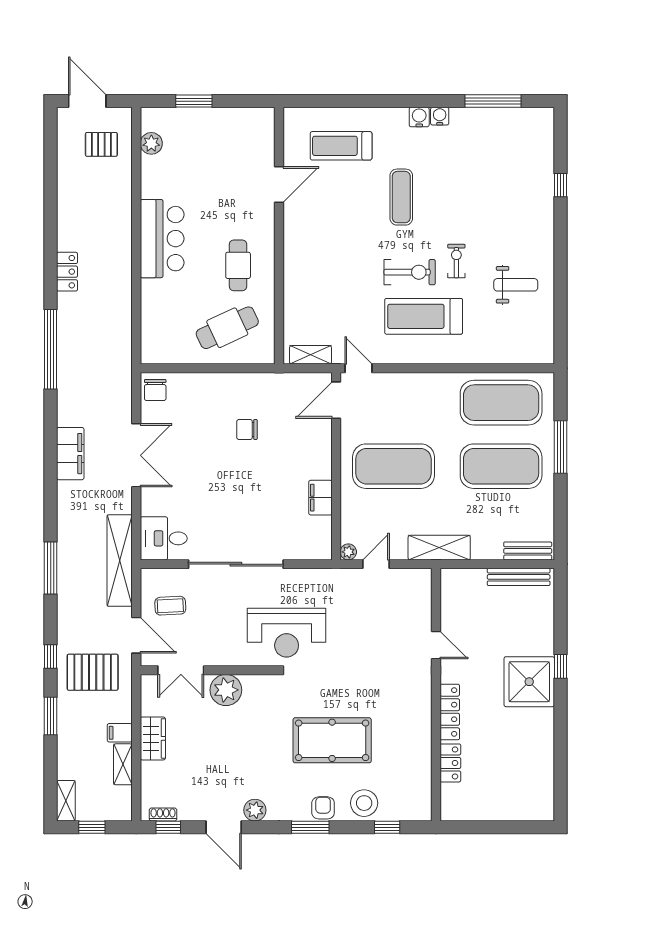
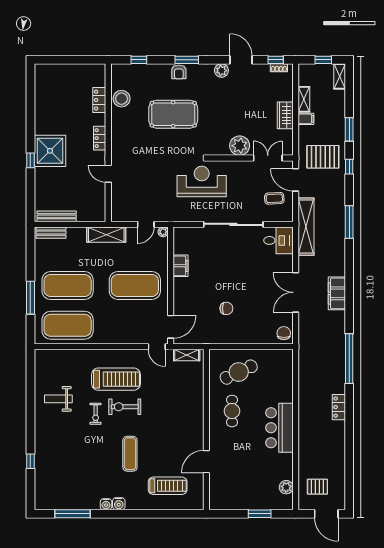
locker: (450, 712) -> (100, 138), width x0.66
stool: (364, 803) -> (122, 99), moved

